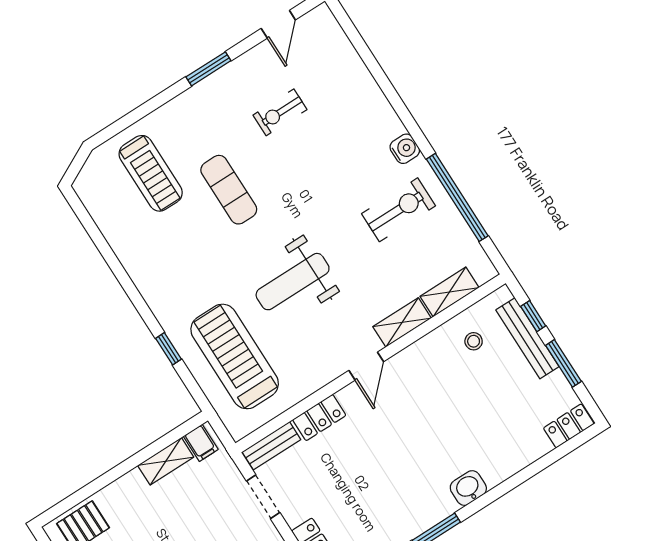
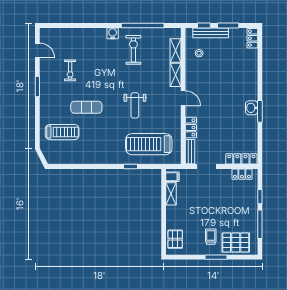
weight bench: (293, 282) -> (135, 105), width x0.73, depth x0.75
washbasin: (468, 488) -> (252, 108), moved

